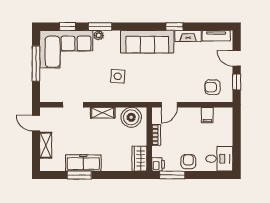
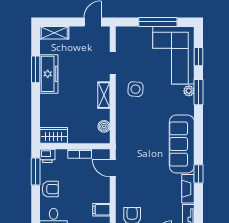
side table: (118, 76) -> (135, 89), moved
boiler: (131, 117) -> (104, 126), width x0.54, depth x0.54
shelving: (46, 145) -> (54, 33), moved

